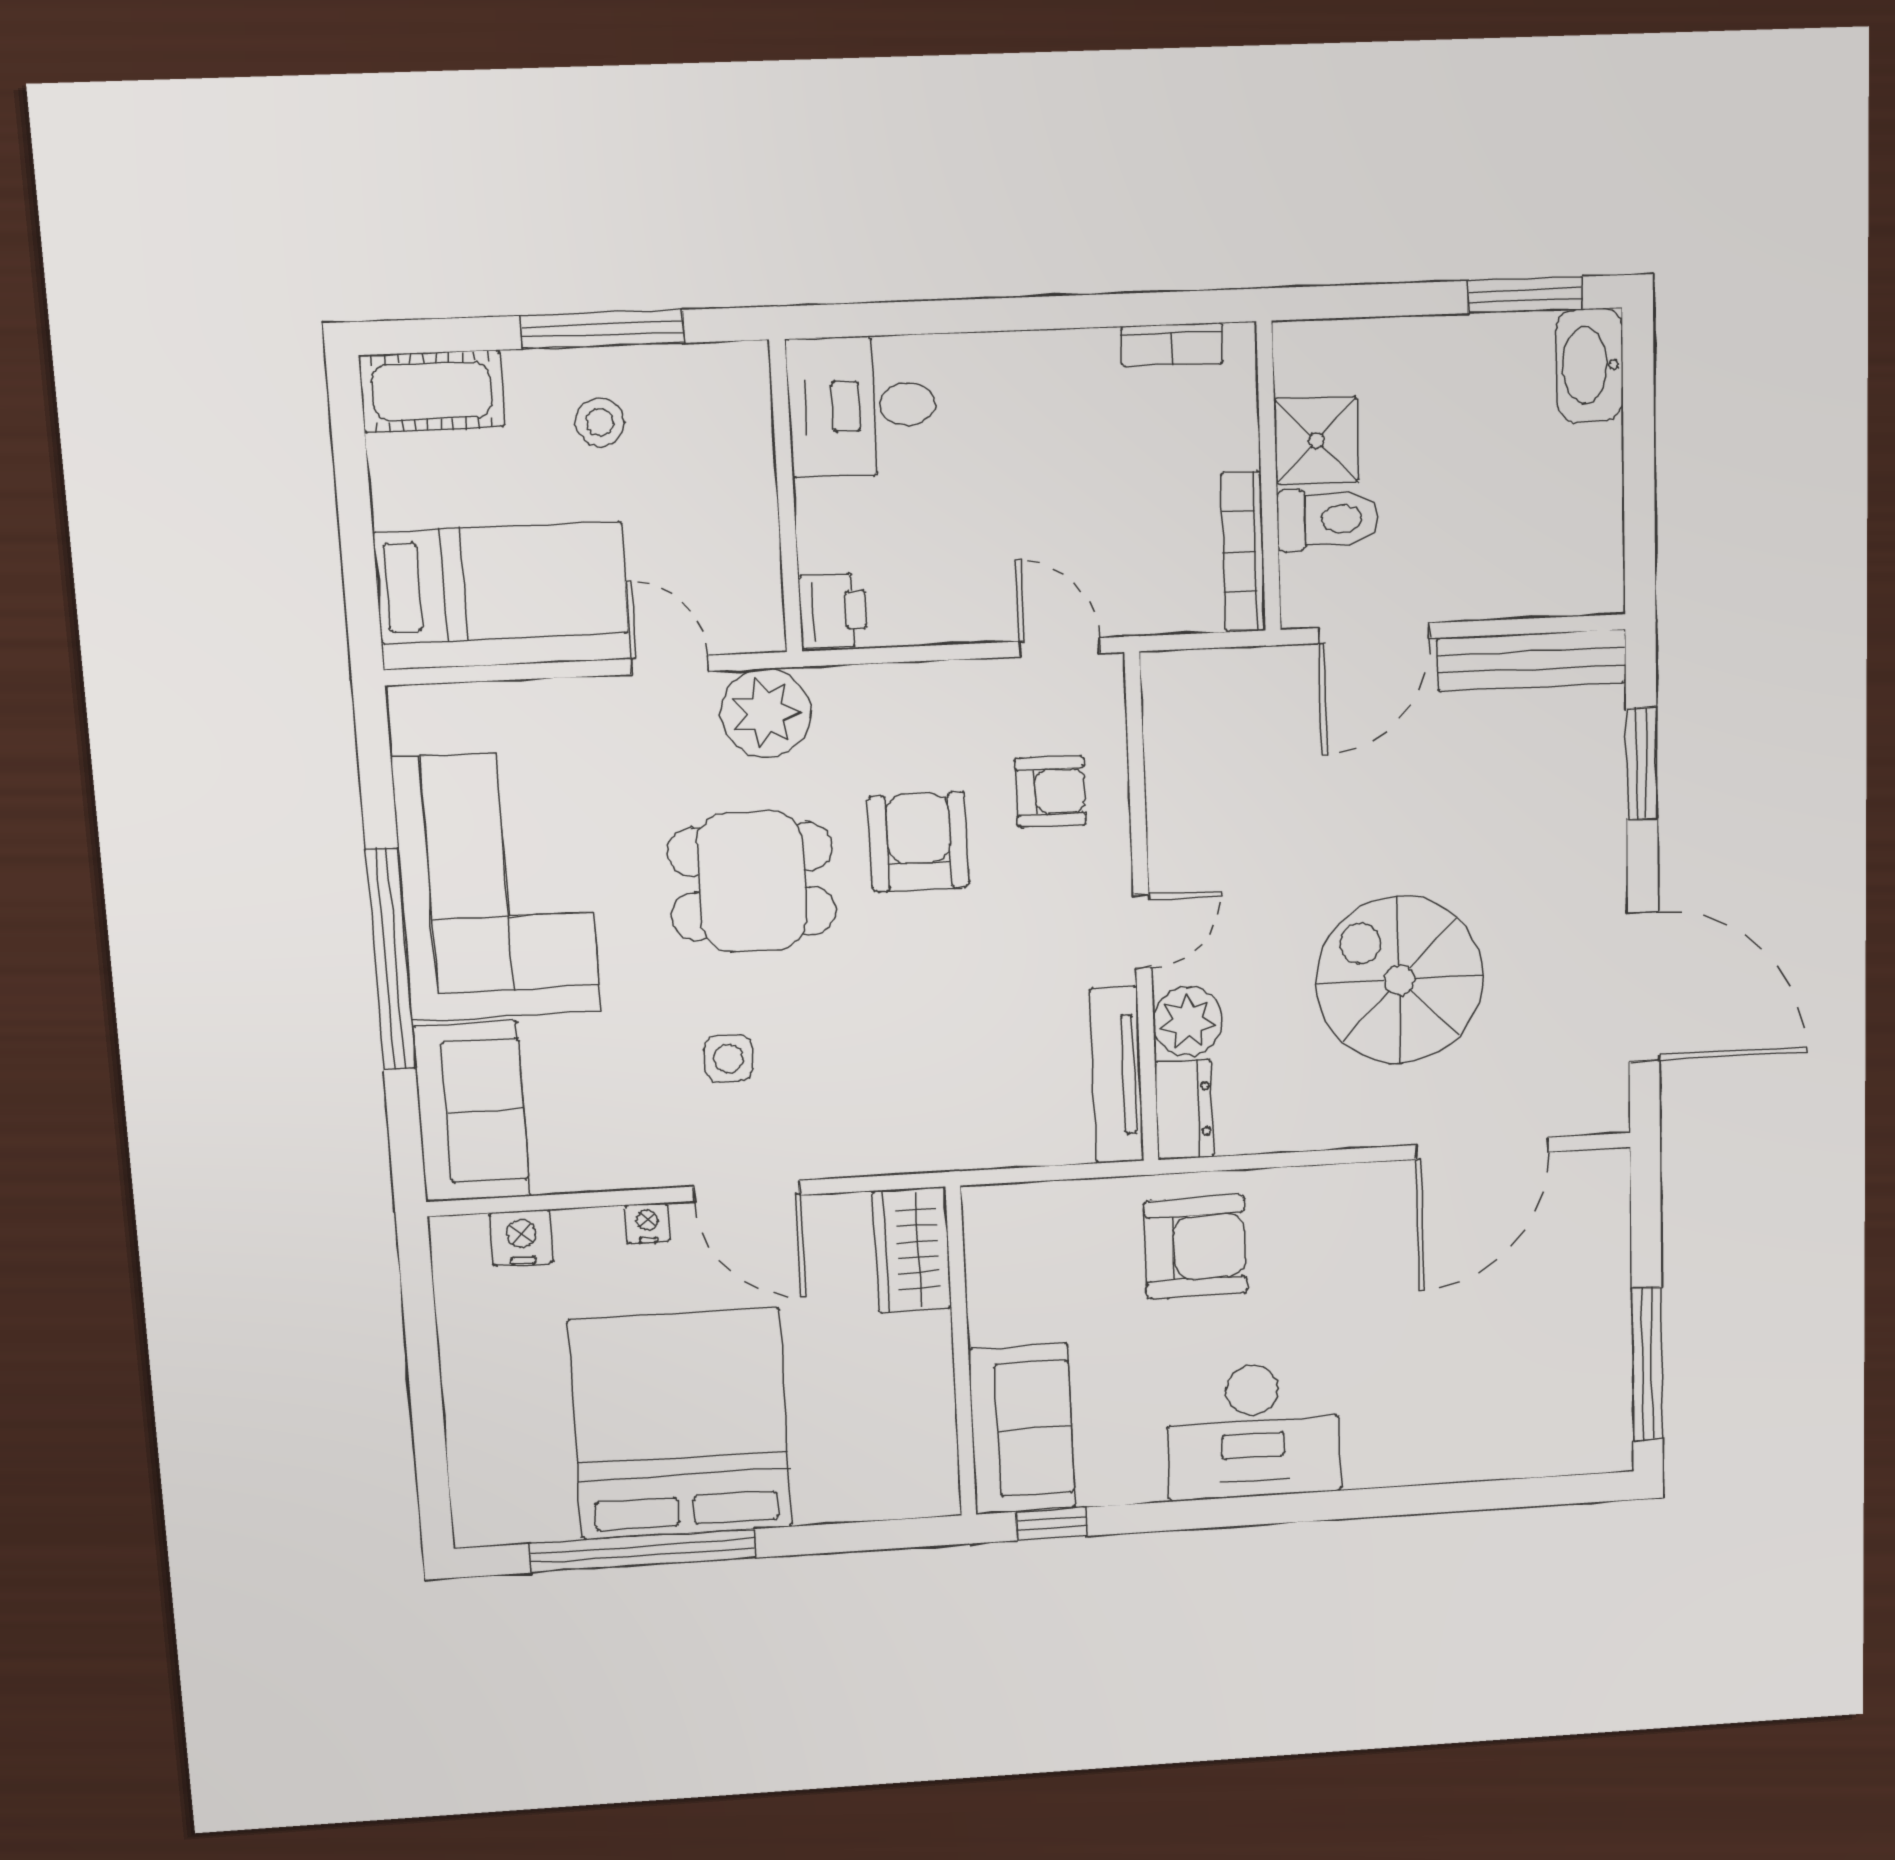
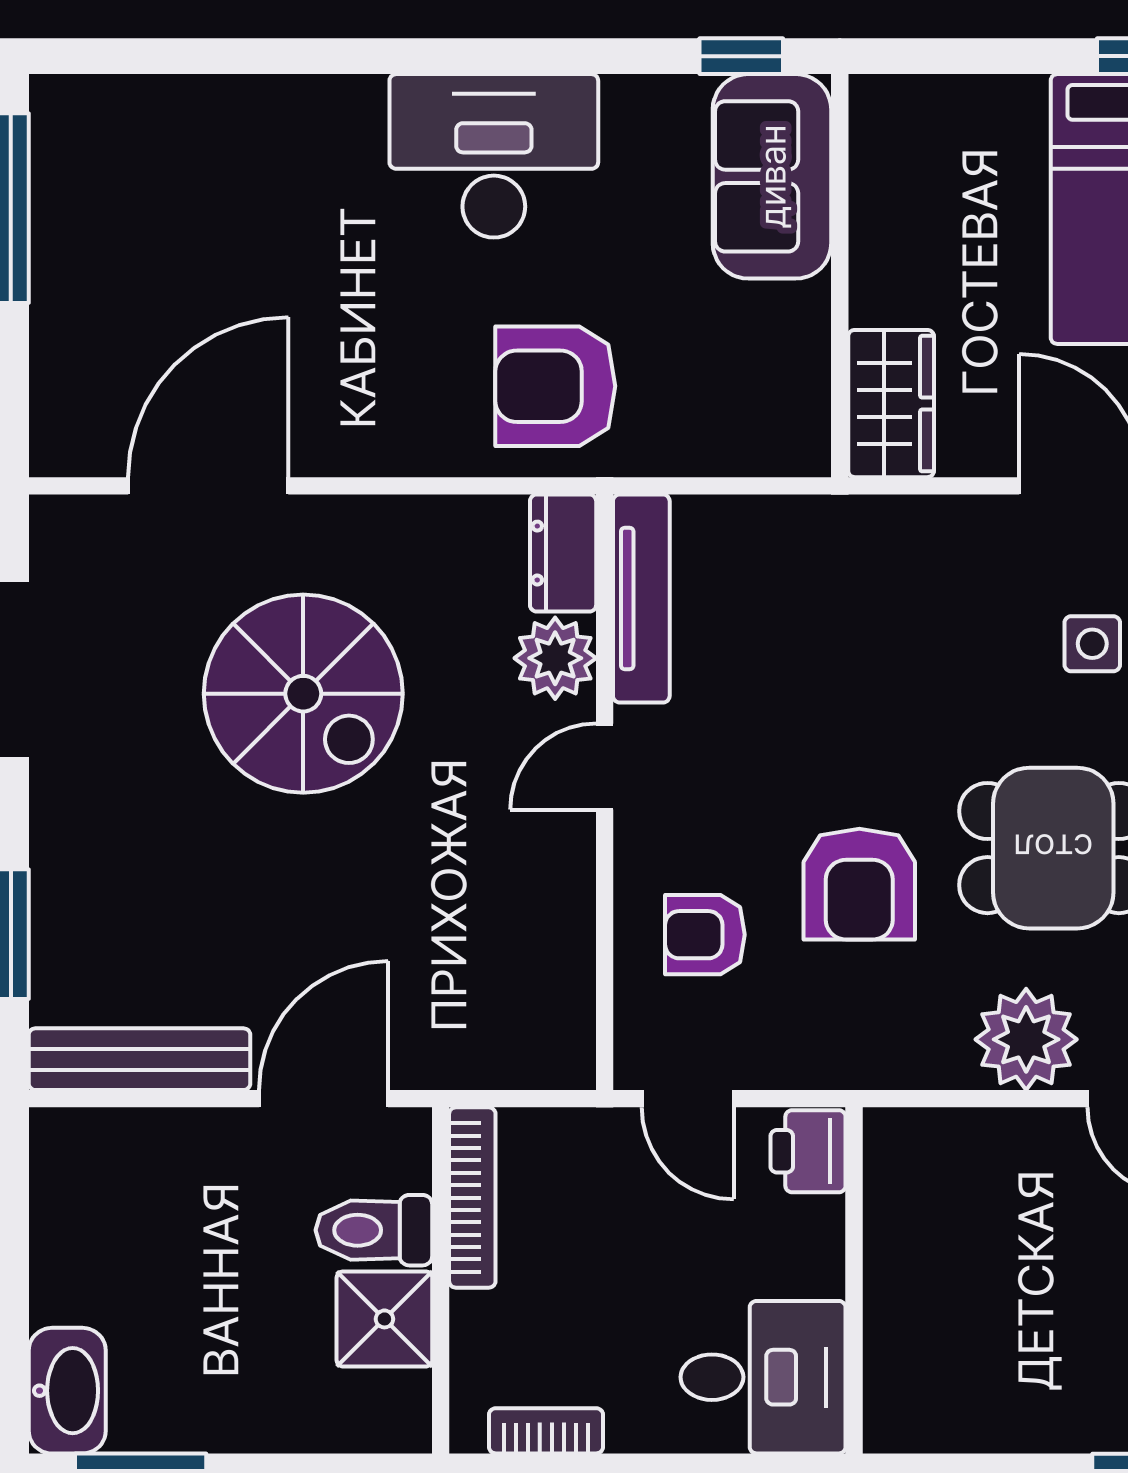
desk: (862, 406) -> (763, 1377), moved
wall: (786, 497) -> (854, 1280), moved
printer: (833, 611) -> (808, 1151), moved

